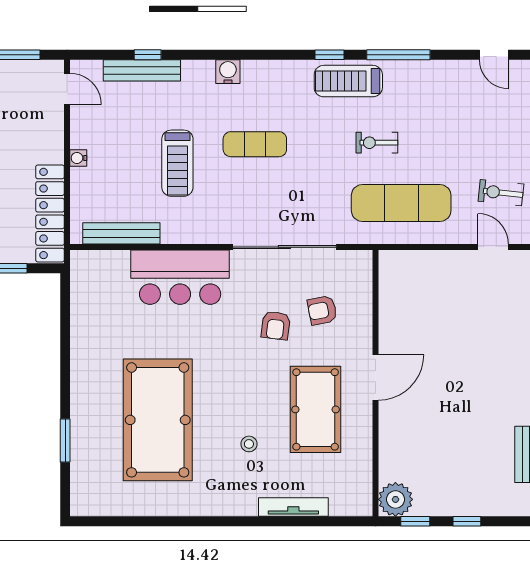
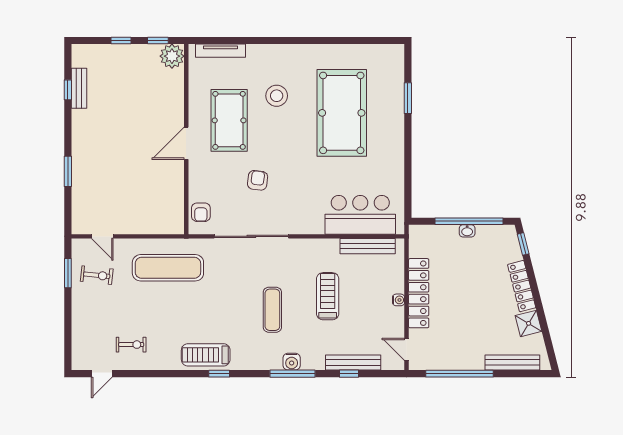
window: (398, 55) -> (293, 374), moved
door: (494, 55) -> (102, 374), swing flipped
treadmill: (348, 81) -> (206, 355), turned 180
exercise bike: (377, 143) -> (131, 345), moved
exercise mat: (255, 144) -> (272, 310), turned 90
locker: (50, 213) -> (419, 293), moved
bar counter: (180, 277) -> (360, 215), moved
armchair: (322, 310) -> (201, 212), moved, turned 101
stool: (249, 444) -> (277, 96), width x1.89, depth x1.89
tv unit: (293, 507) -> (221, 51), moved

